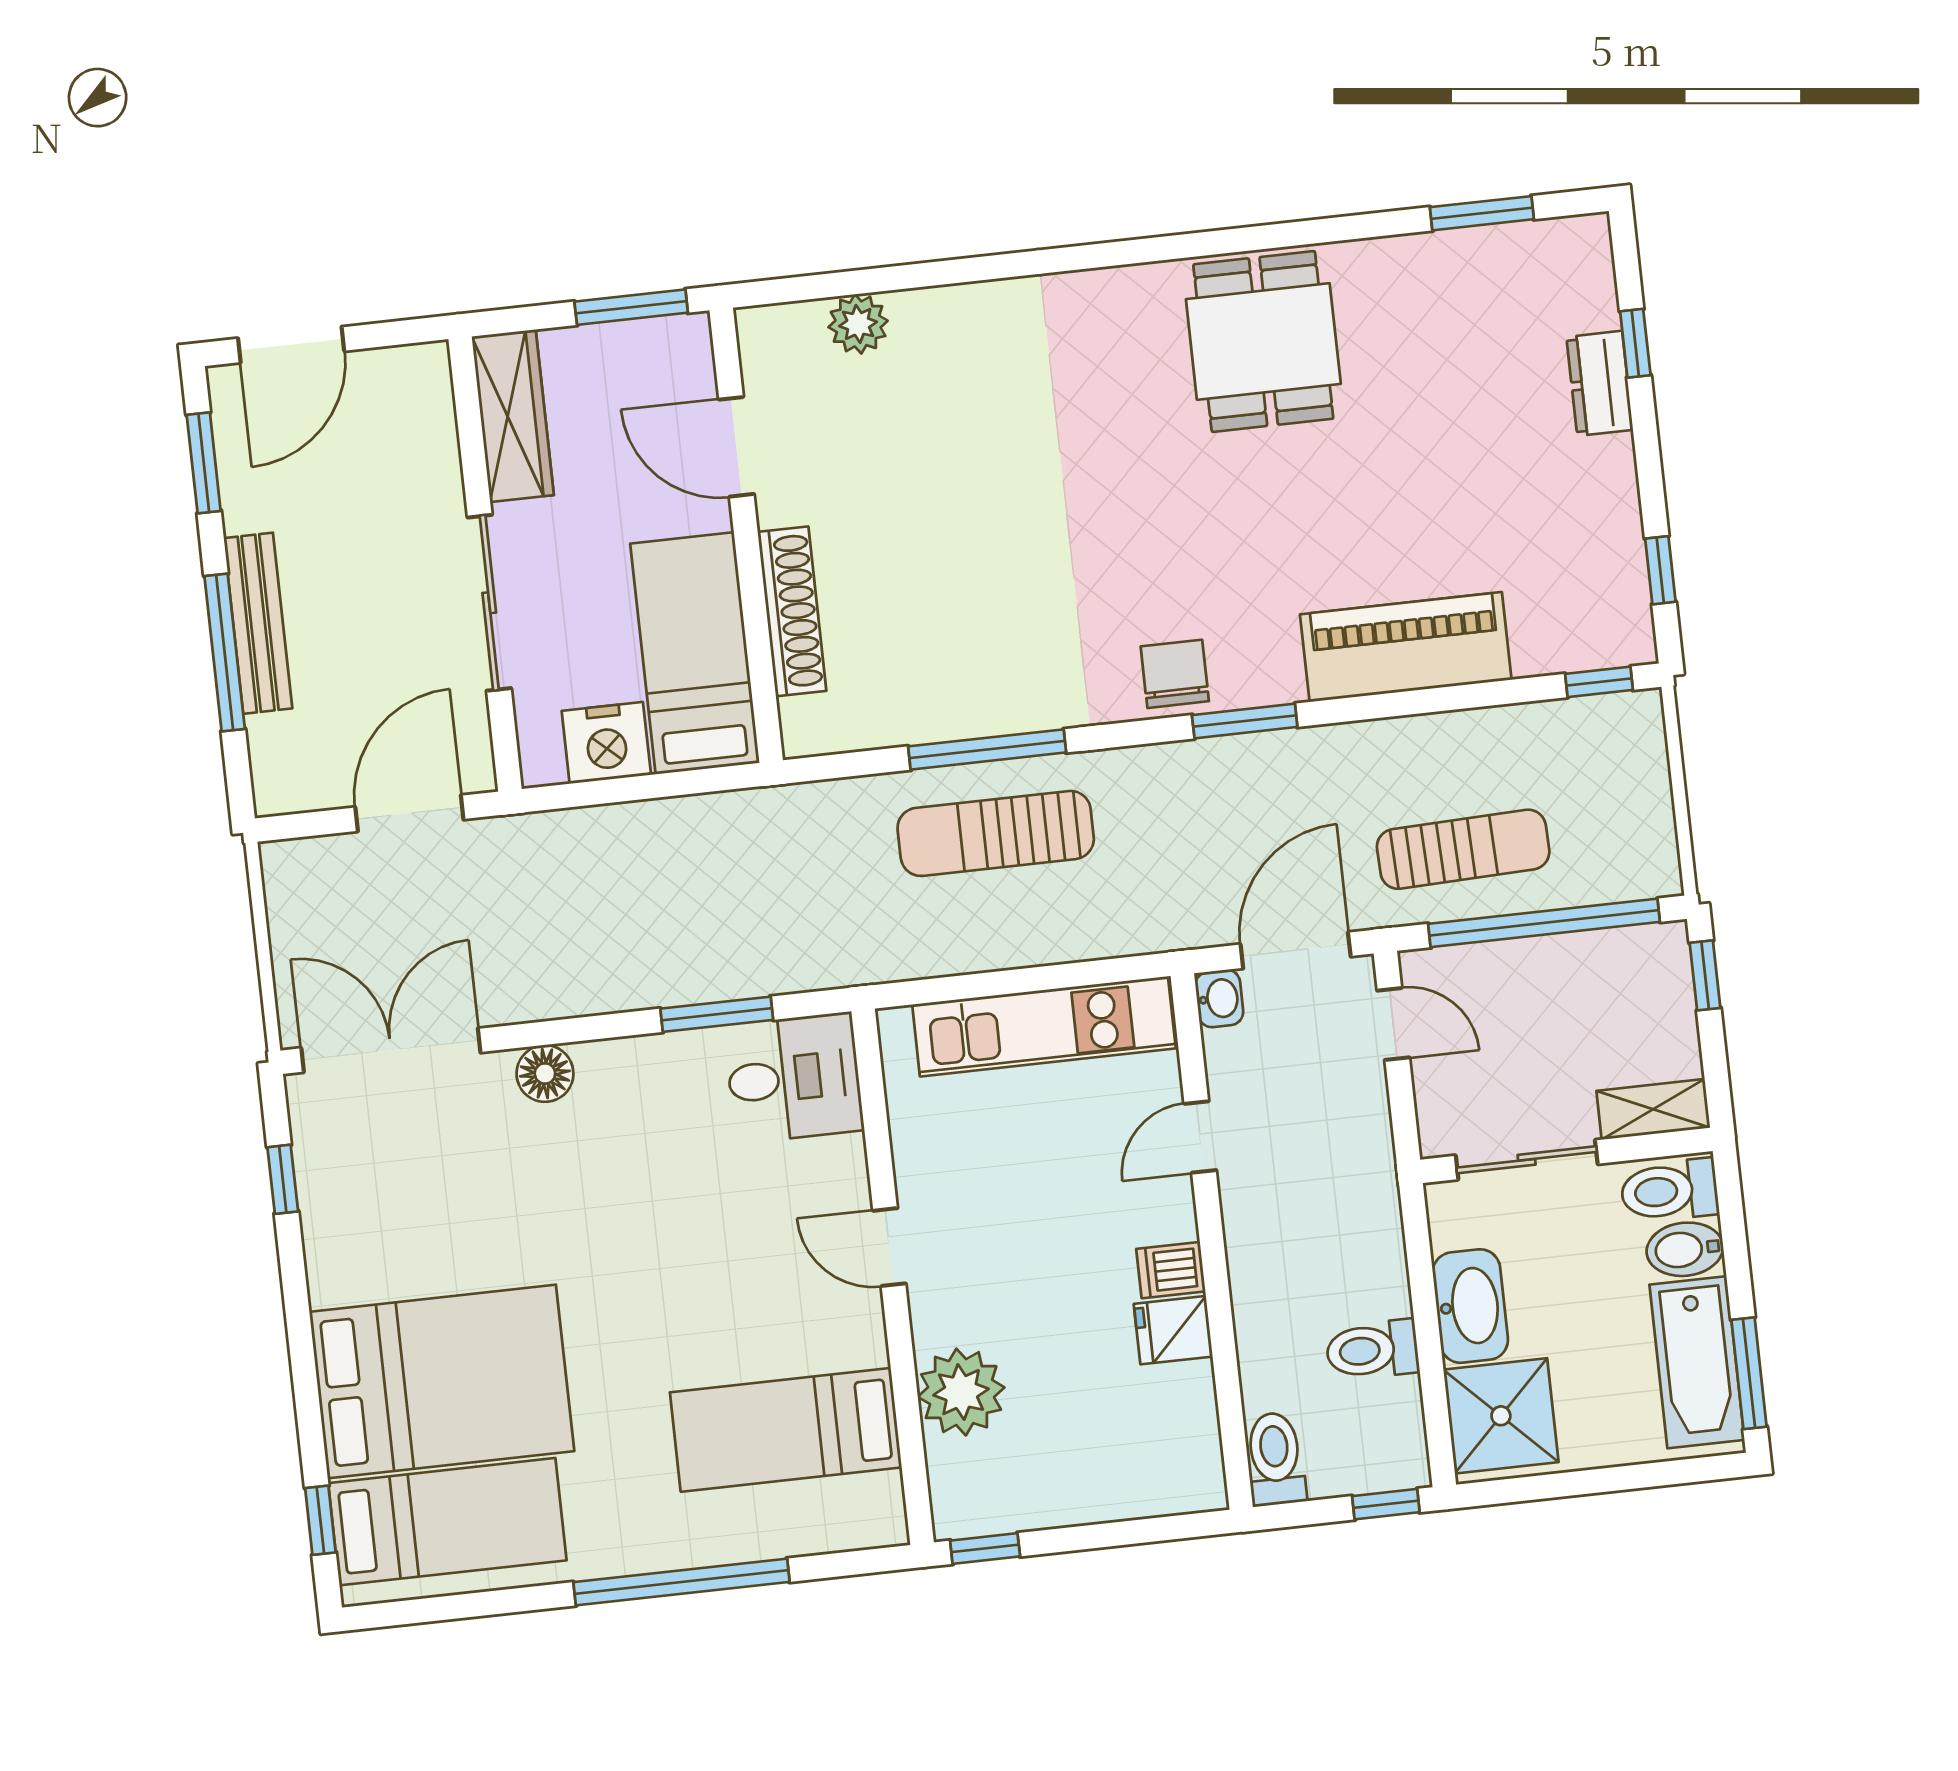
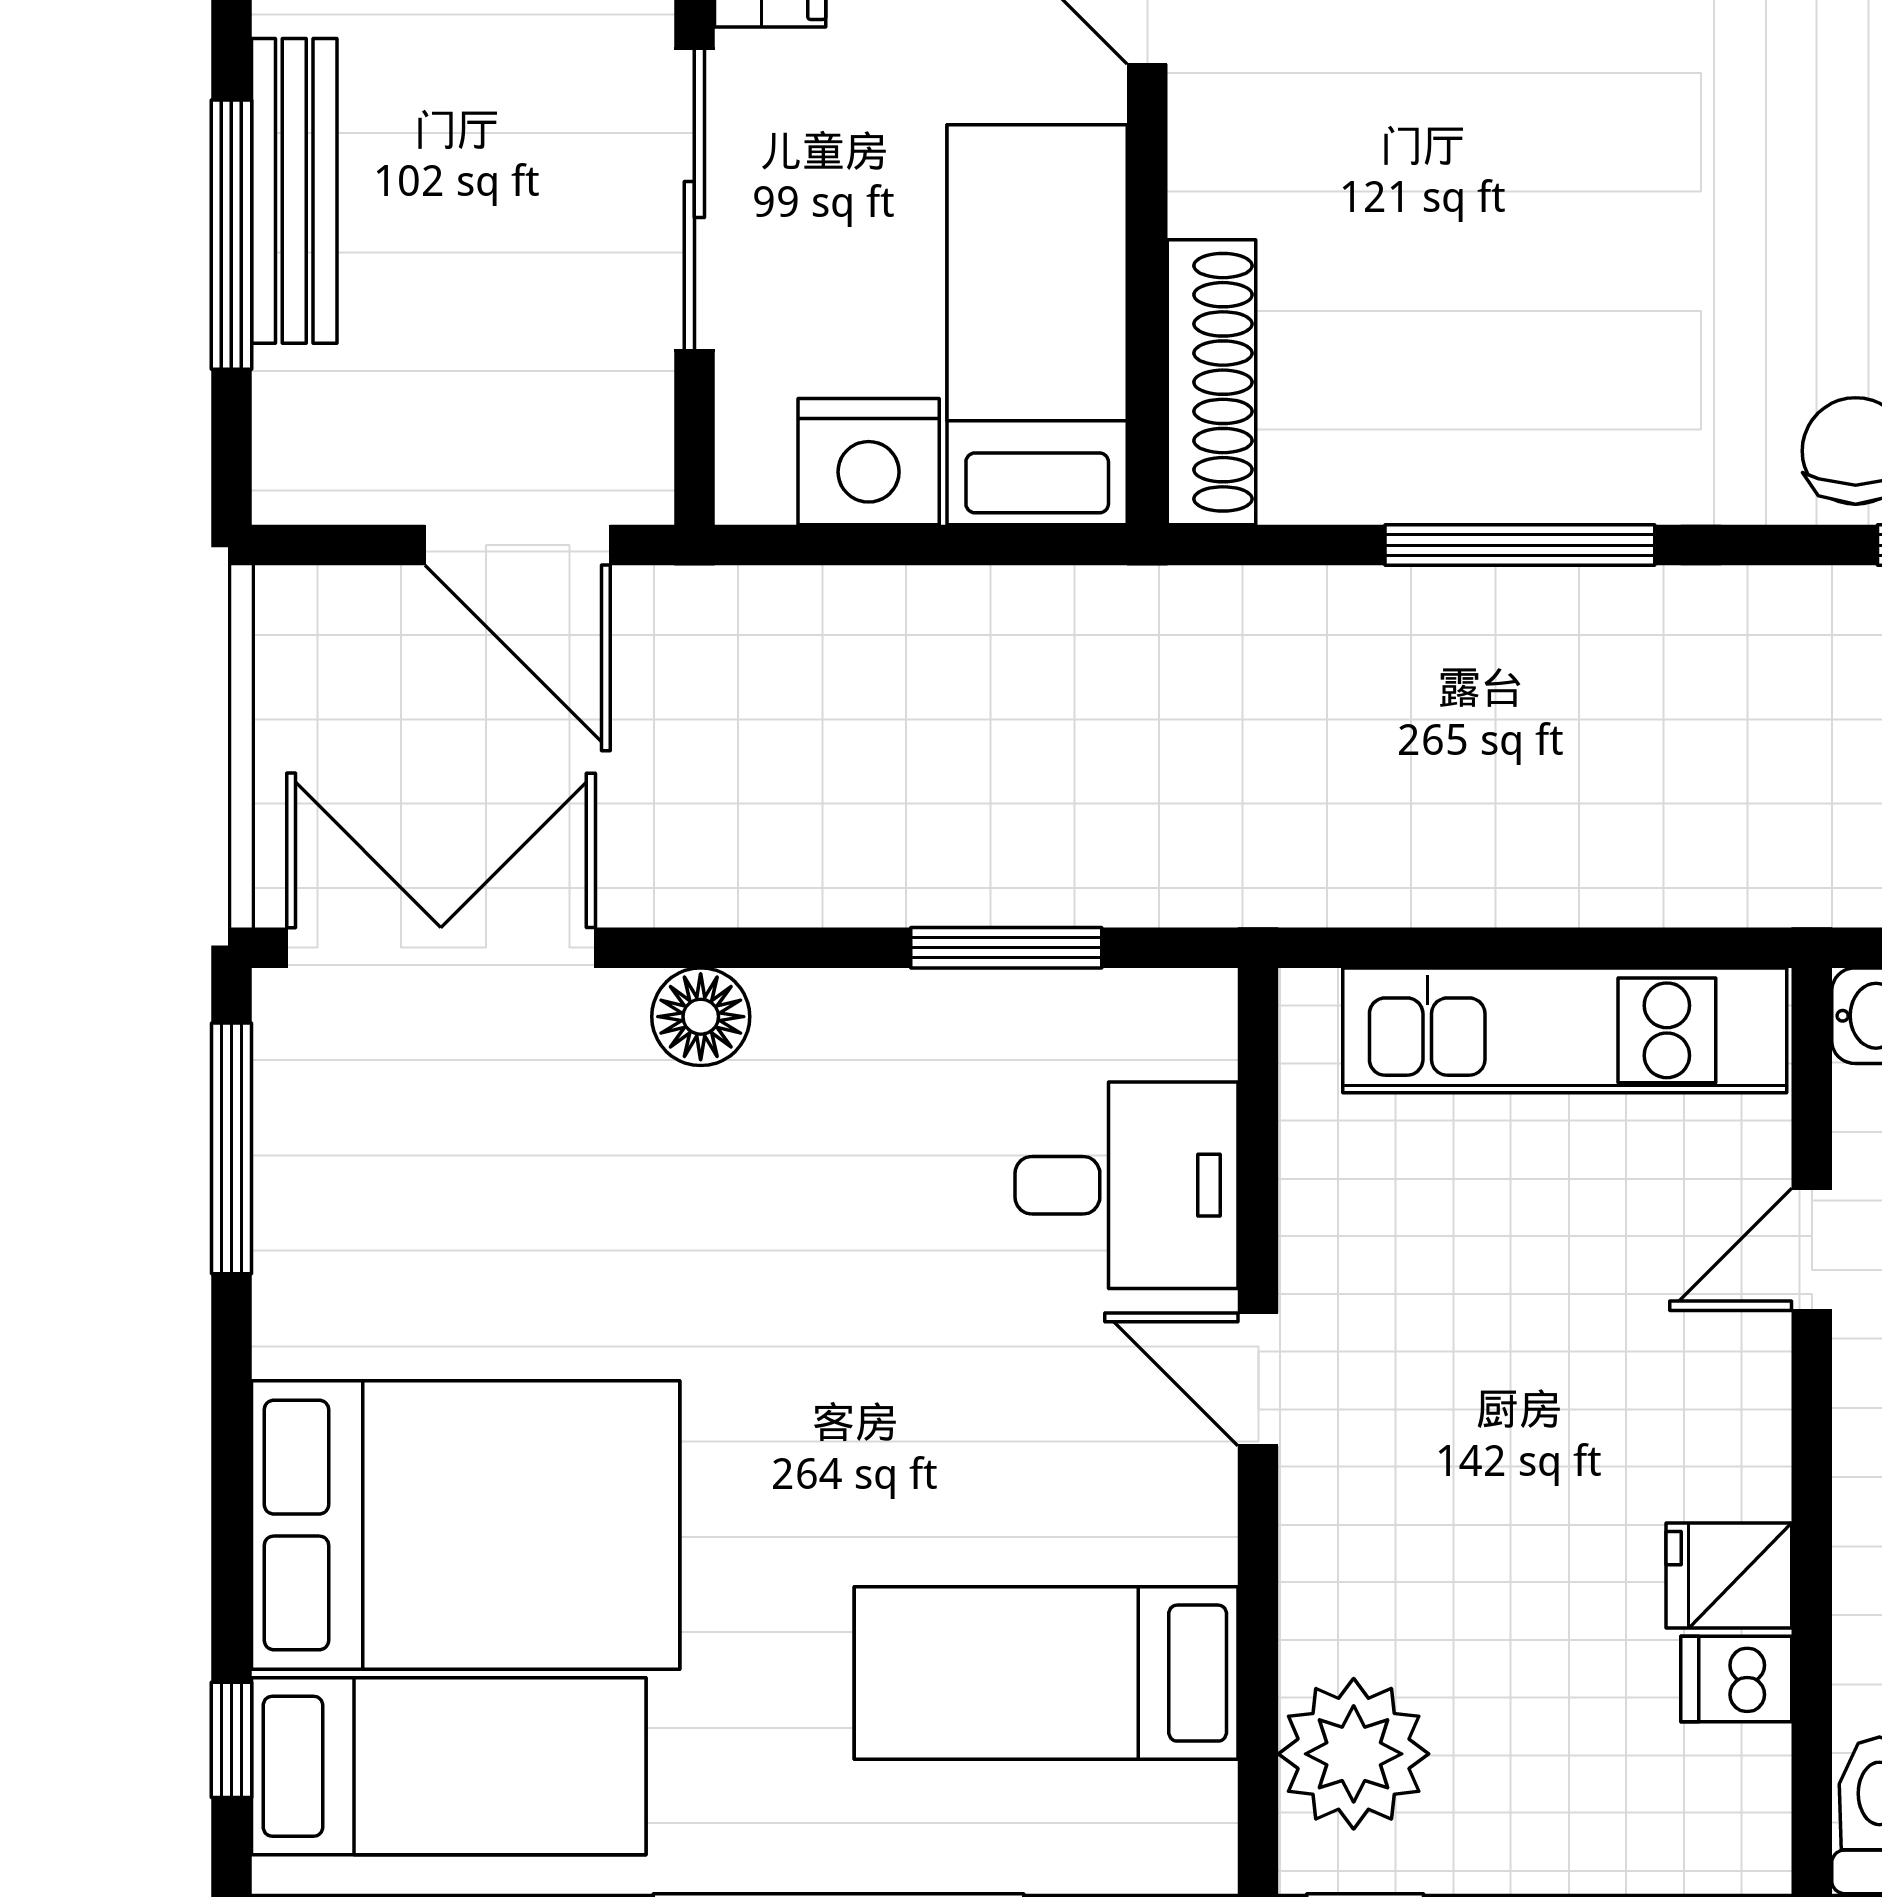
shoe rack: (792, 611) -> (1212, 382), moved
door: (409, 813) -> (518, 545), swing flipped
sun lounger: (996, 833) -> (1519, 691), removed
desk: (794, 1078) -> (1126, 1185), moved
window: (283, 1179) -> (231, 1148), width x2.17
dishwasher: (1171, 1270) -> (1736, 1679), moved
plant: (961, 1392) -> (1354, 1754), moved

